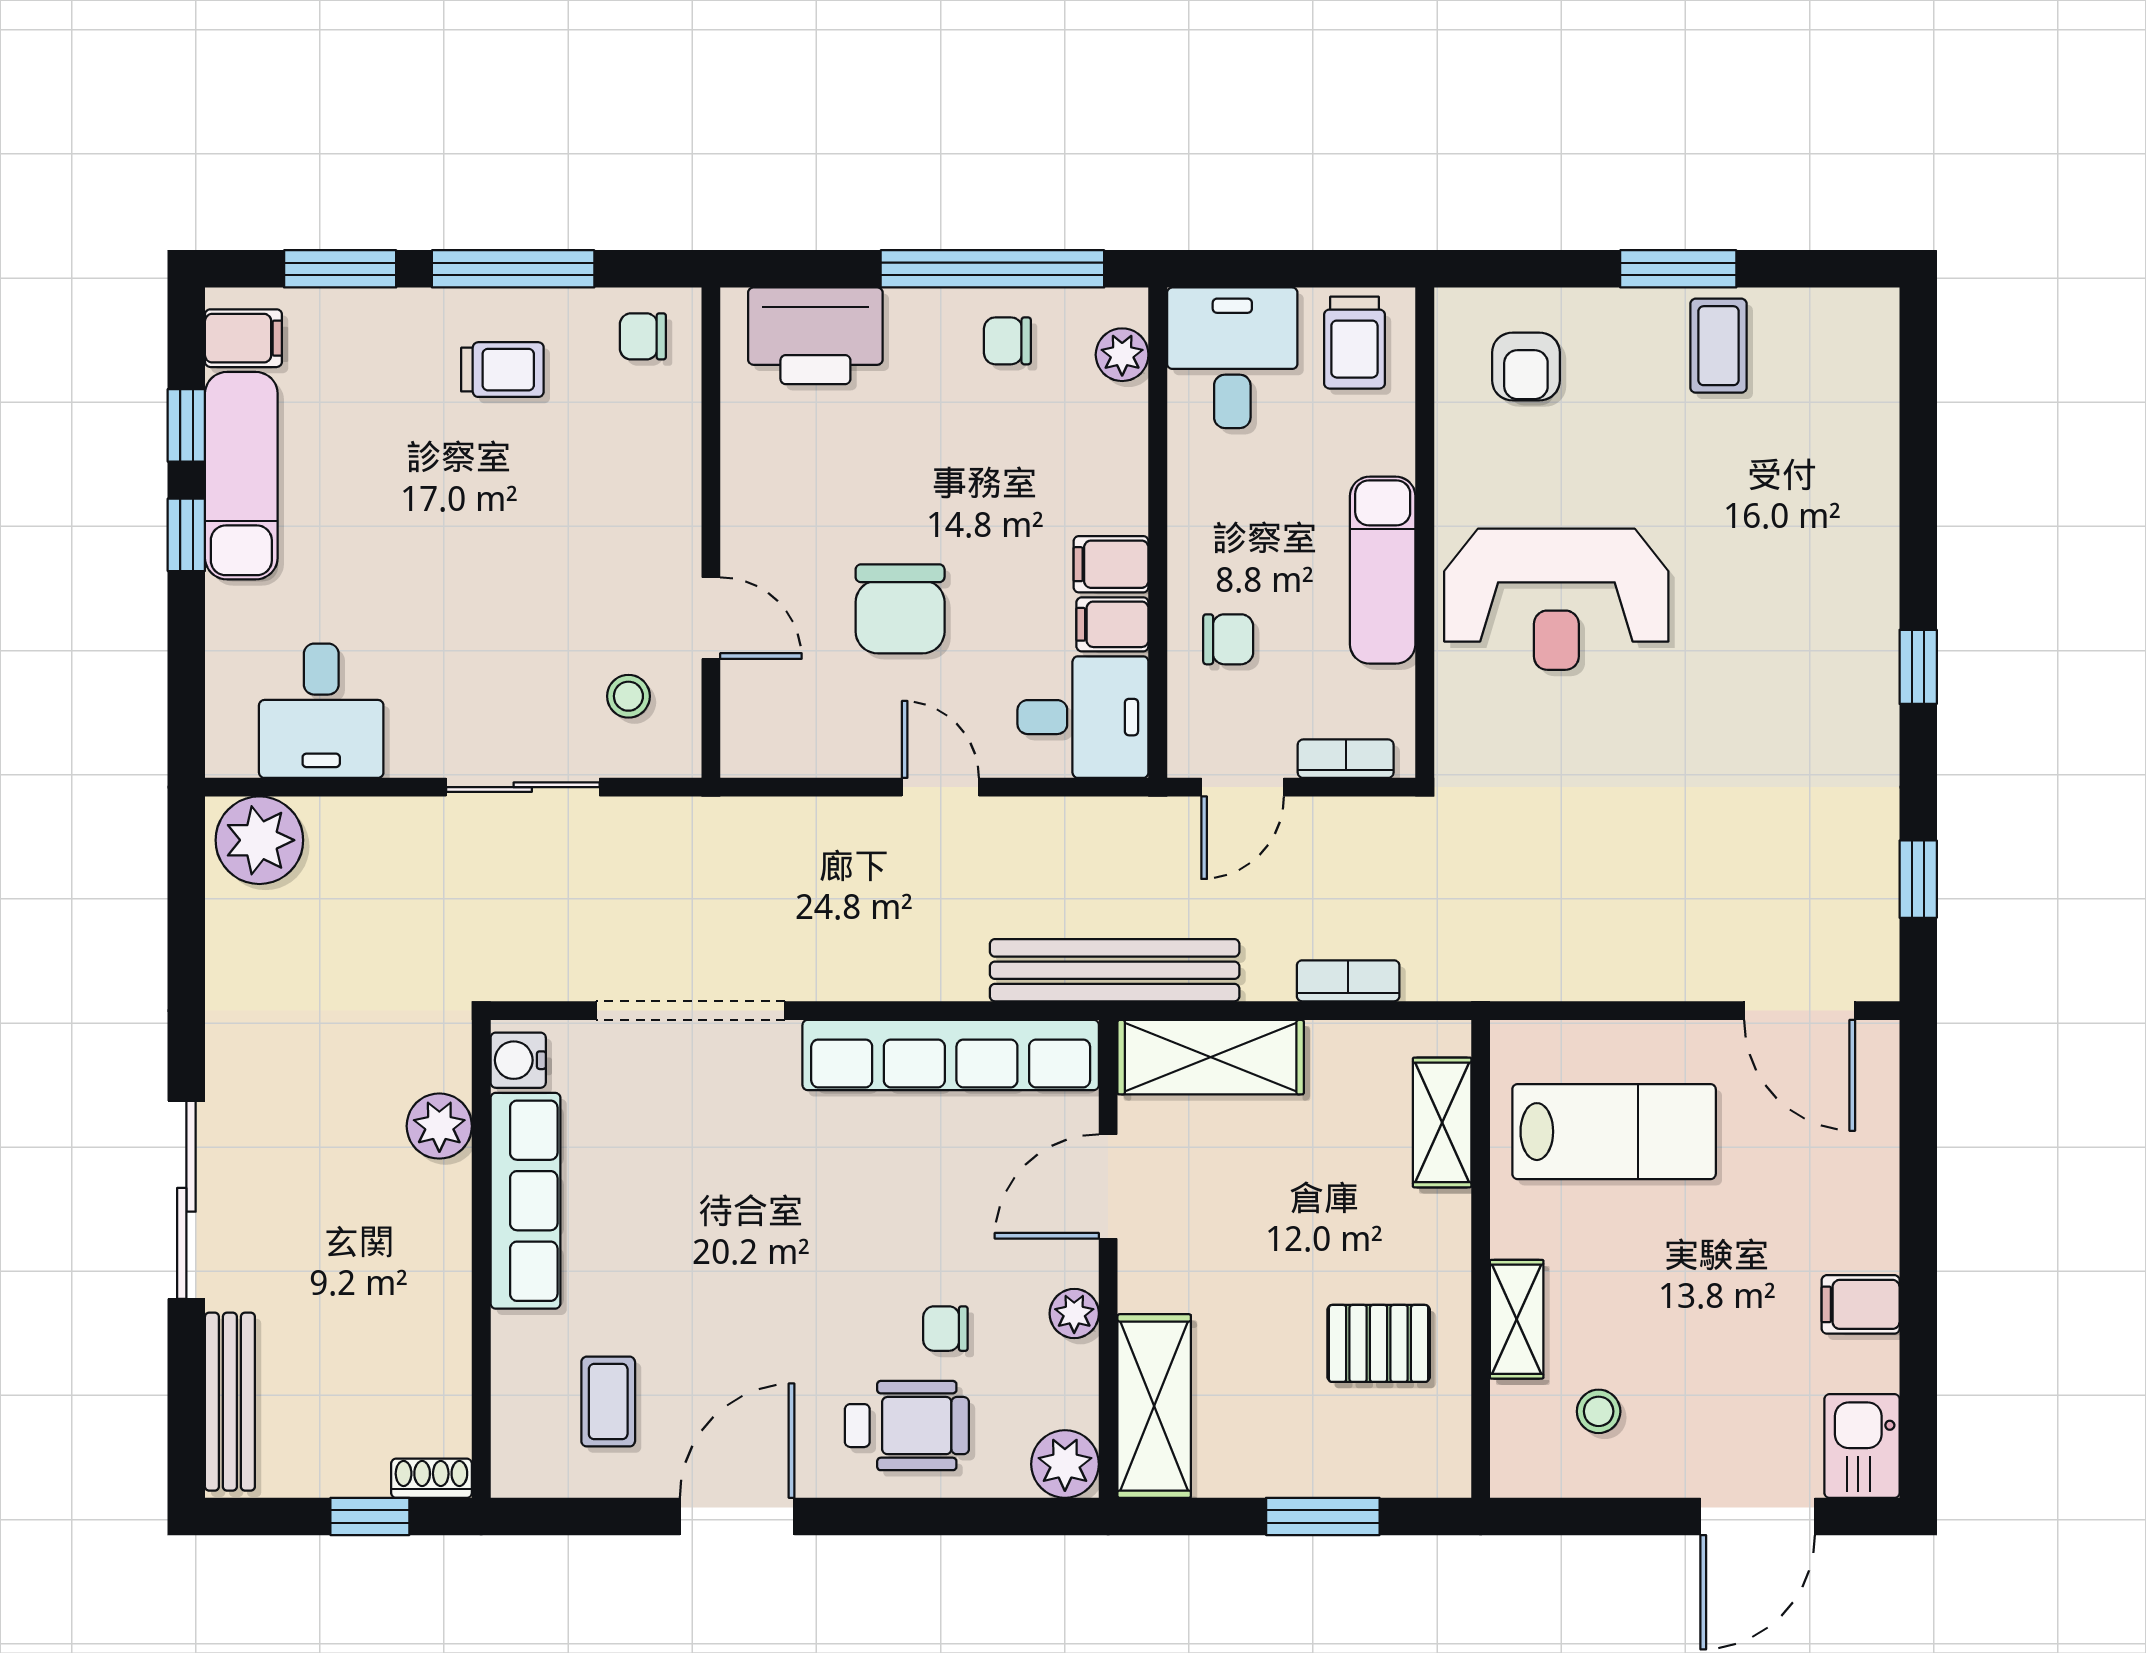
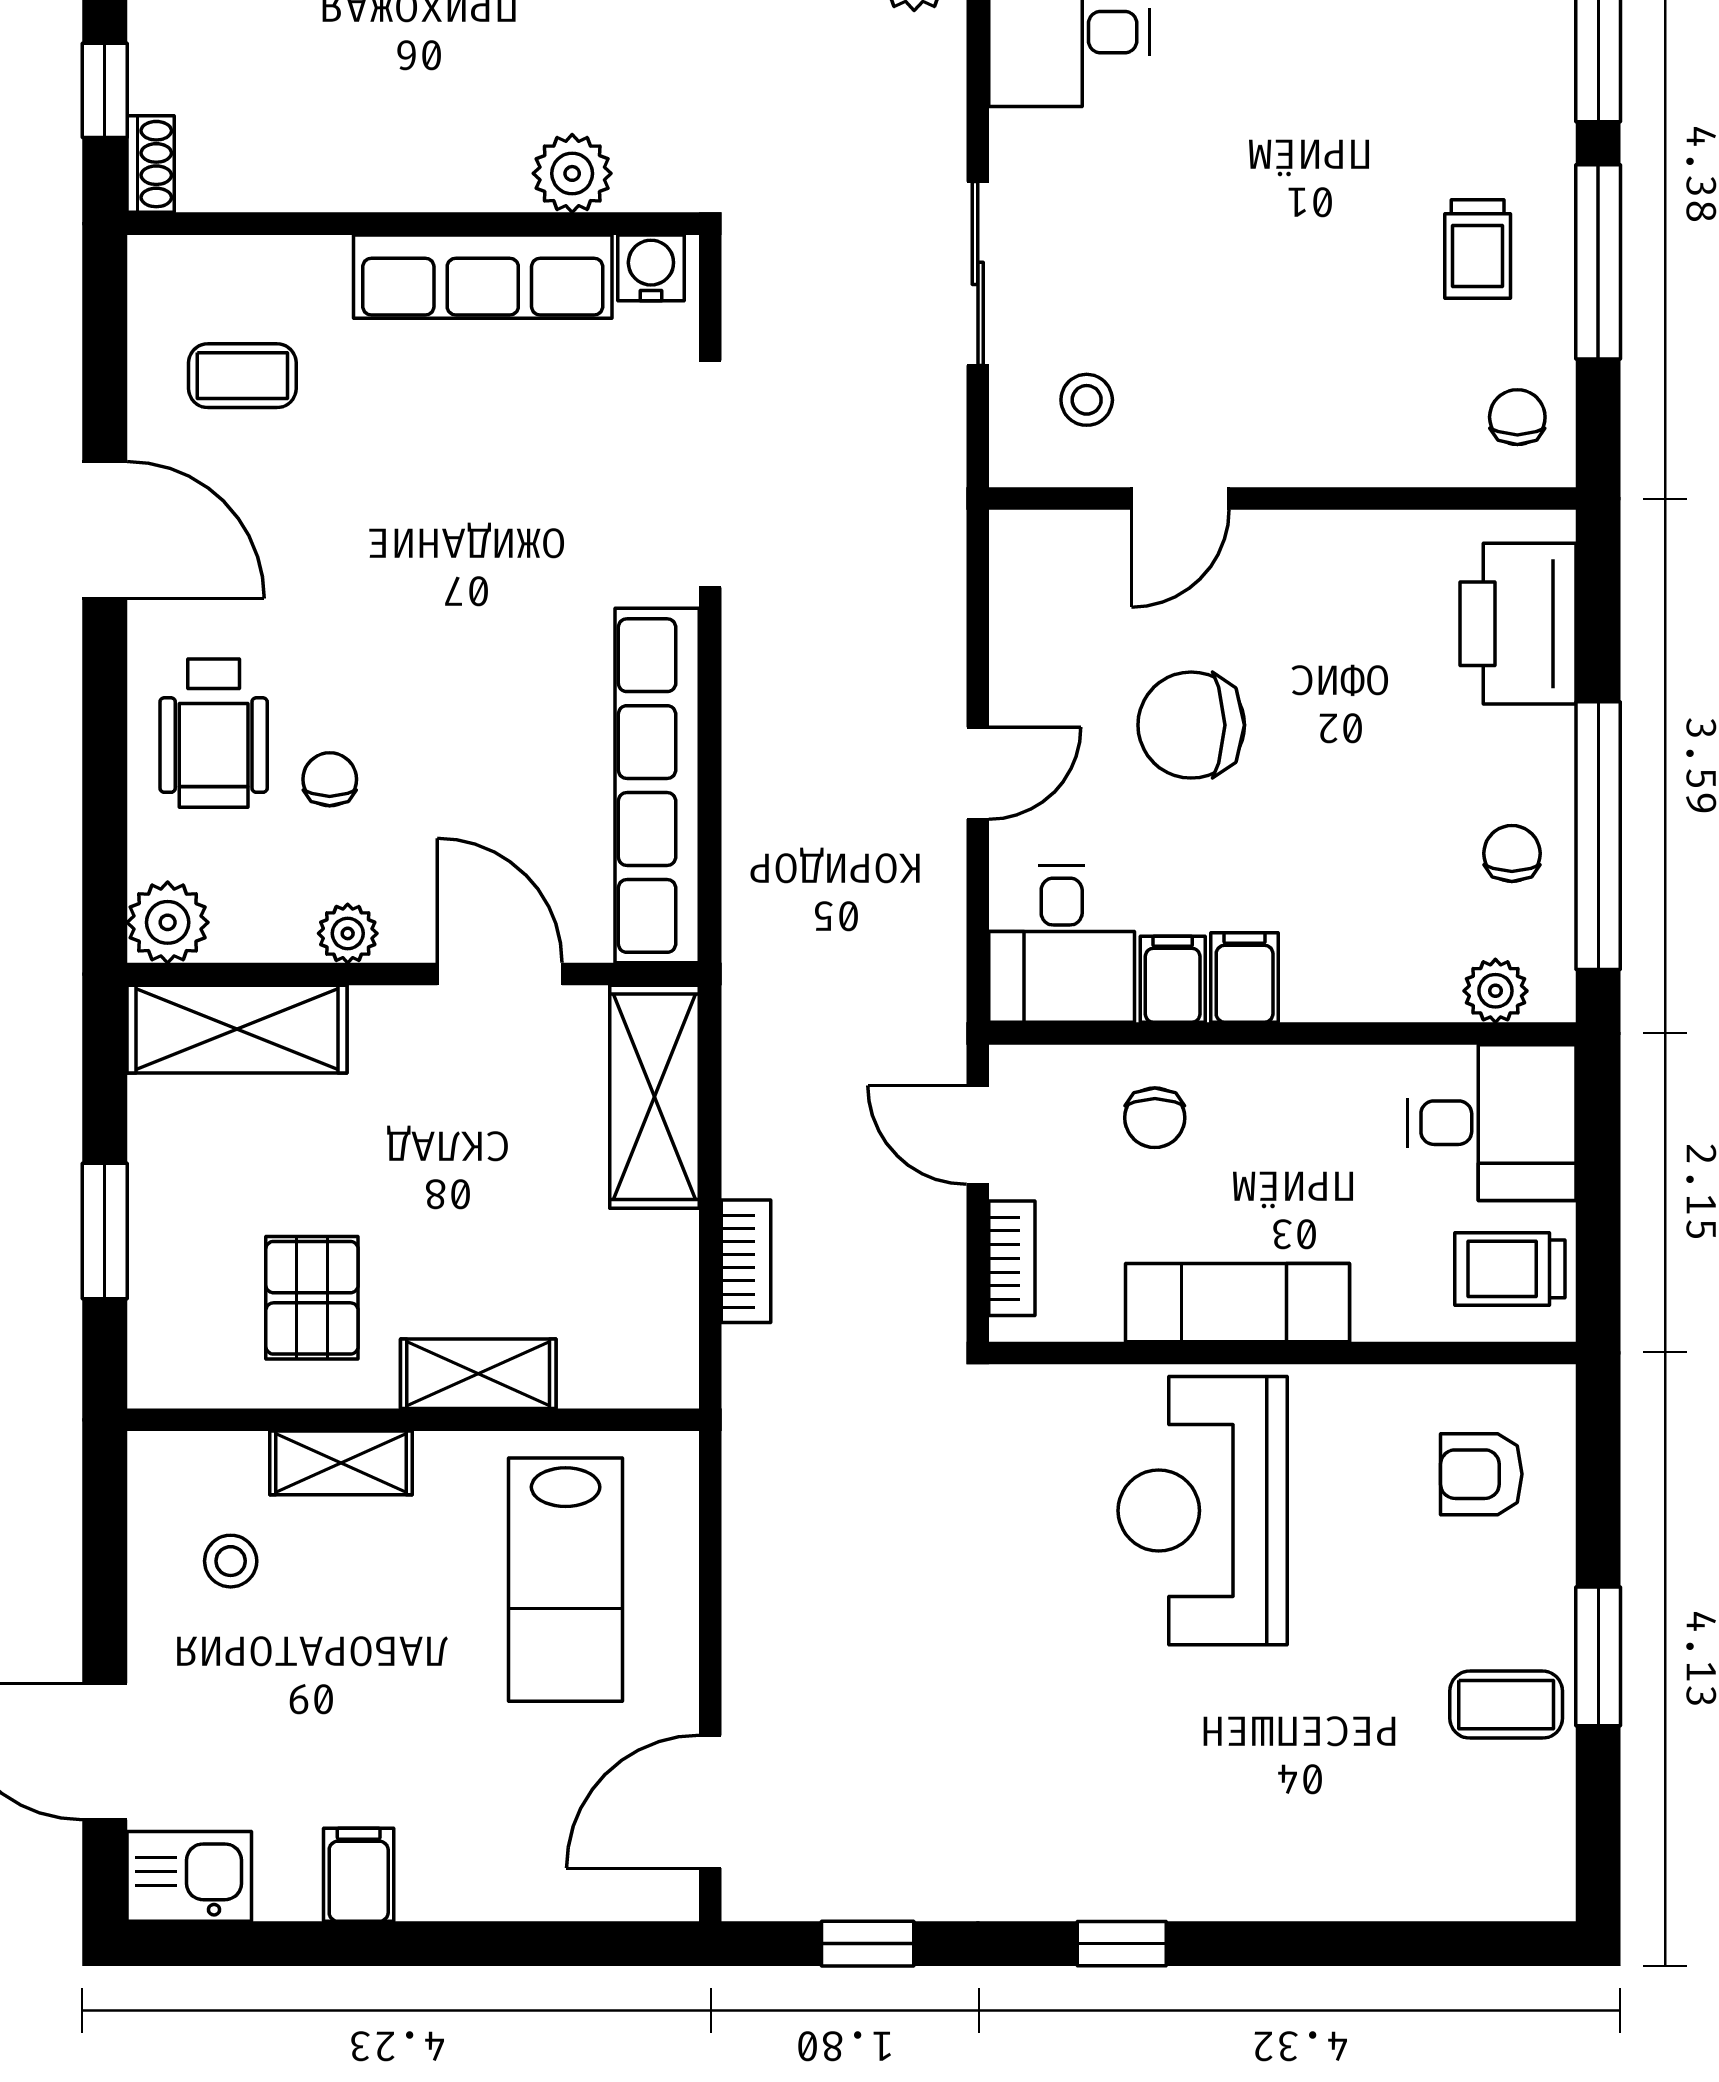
bench: (1115, 970) -> (759, 982), removed
shelving: (1442, 1122) -> (478, 1374), moved

